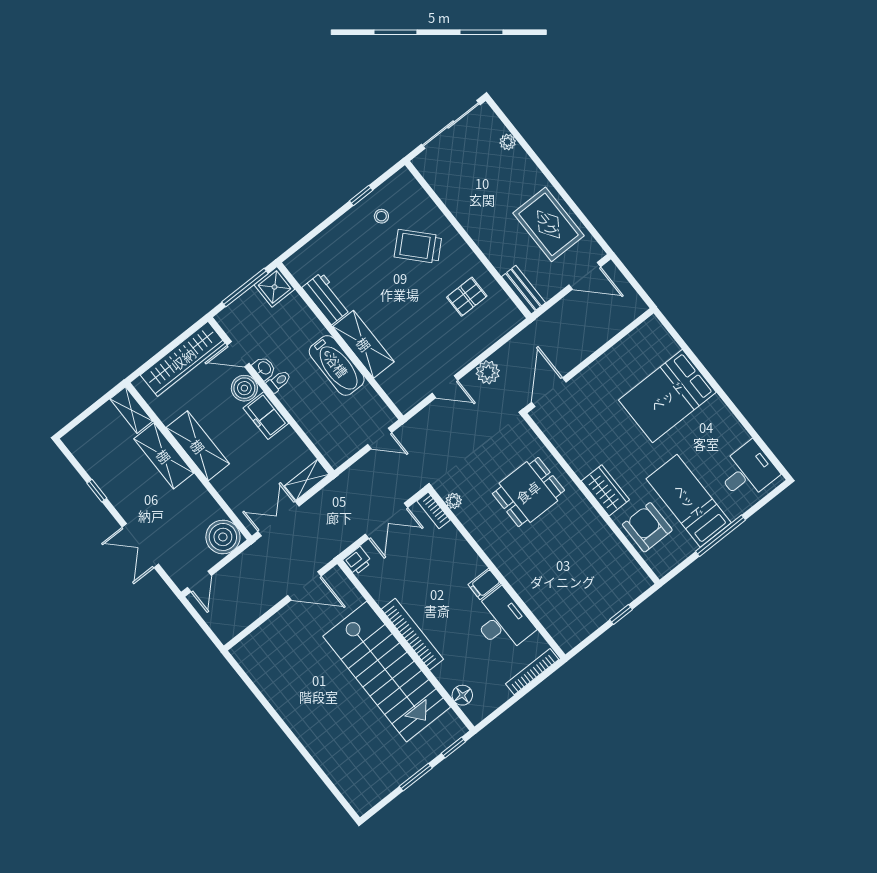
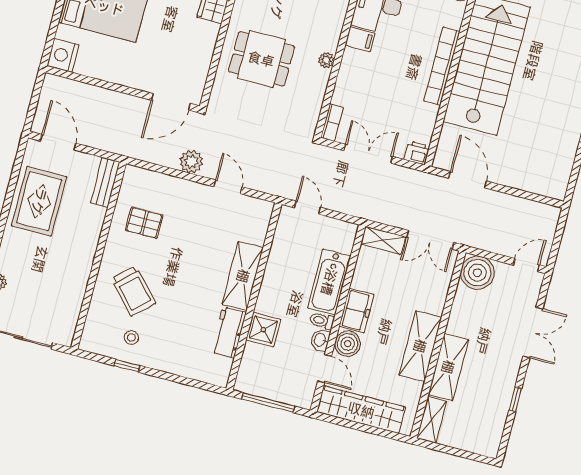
shower: (274, 287) -> (263, 330), moved
nightstand: (653, 333) -> (63, 55), added
bathtub: (337, 365) -> (329, 282), moved, turned 180
plant: (454, 501) -> (326, 60), moved

